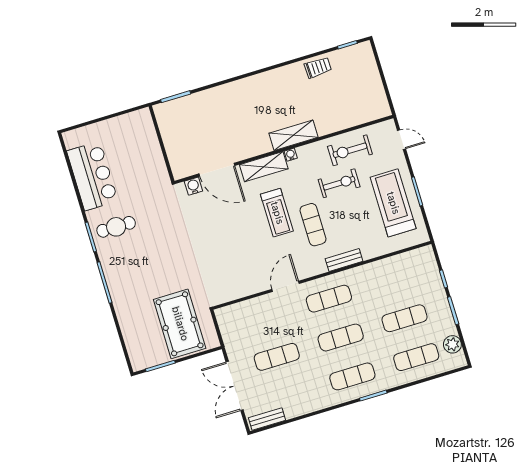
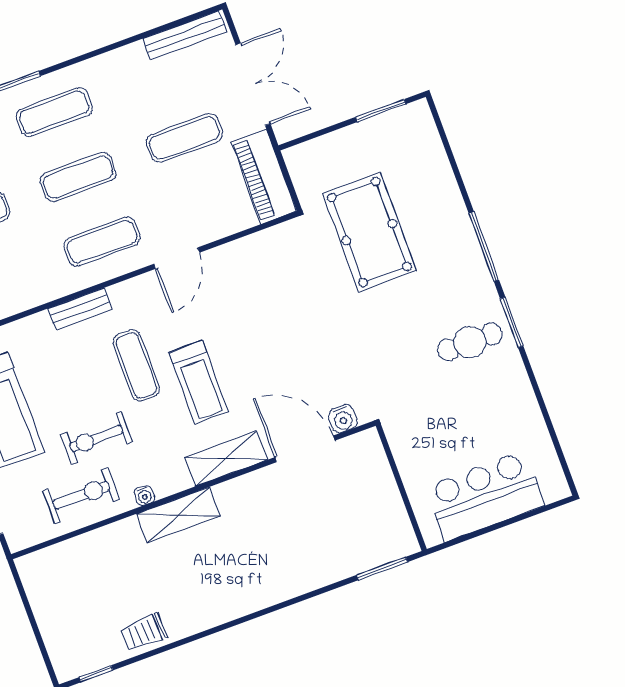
water cooler: (291, 155) -> (144, 495), moved
bar counter: (92, 176) -> (485, 496), moved, turned 90
treadmill: (277, 213) -> (199, 382), turned 180
pool table: (180, 324) -> (369, 232), moved
piano: (231, 331) -> (264, 177), added
bench: (267, 419) -> (185, 35), width x1.36

